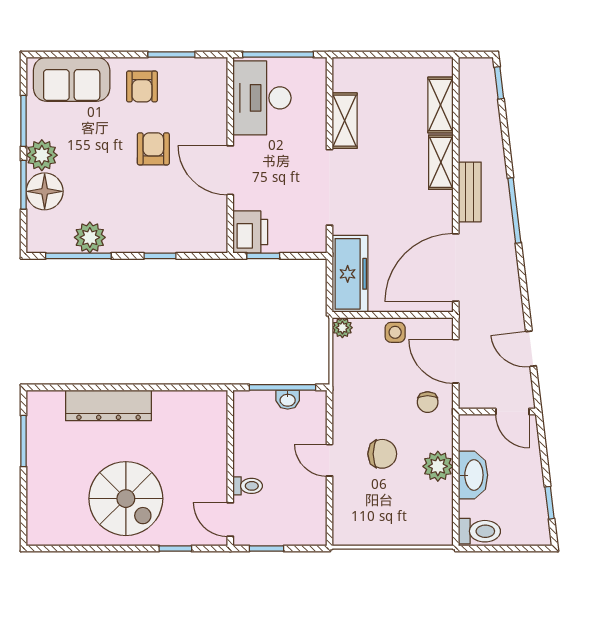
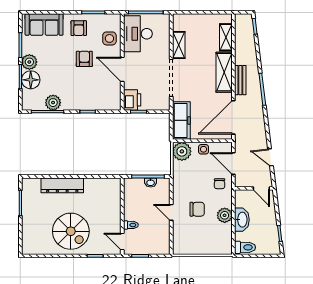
side table: (204, 107) -> (109, 38), added
shelving: (441, 162) -> (224, 72), width x1.50, depth x1.33
plant: (342, 328) -> (182, 151), width x1.88, depth x1.88

